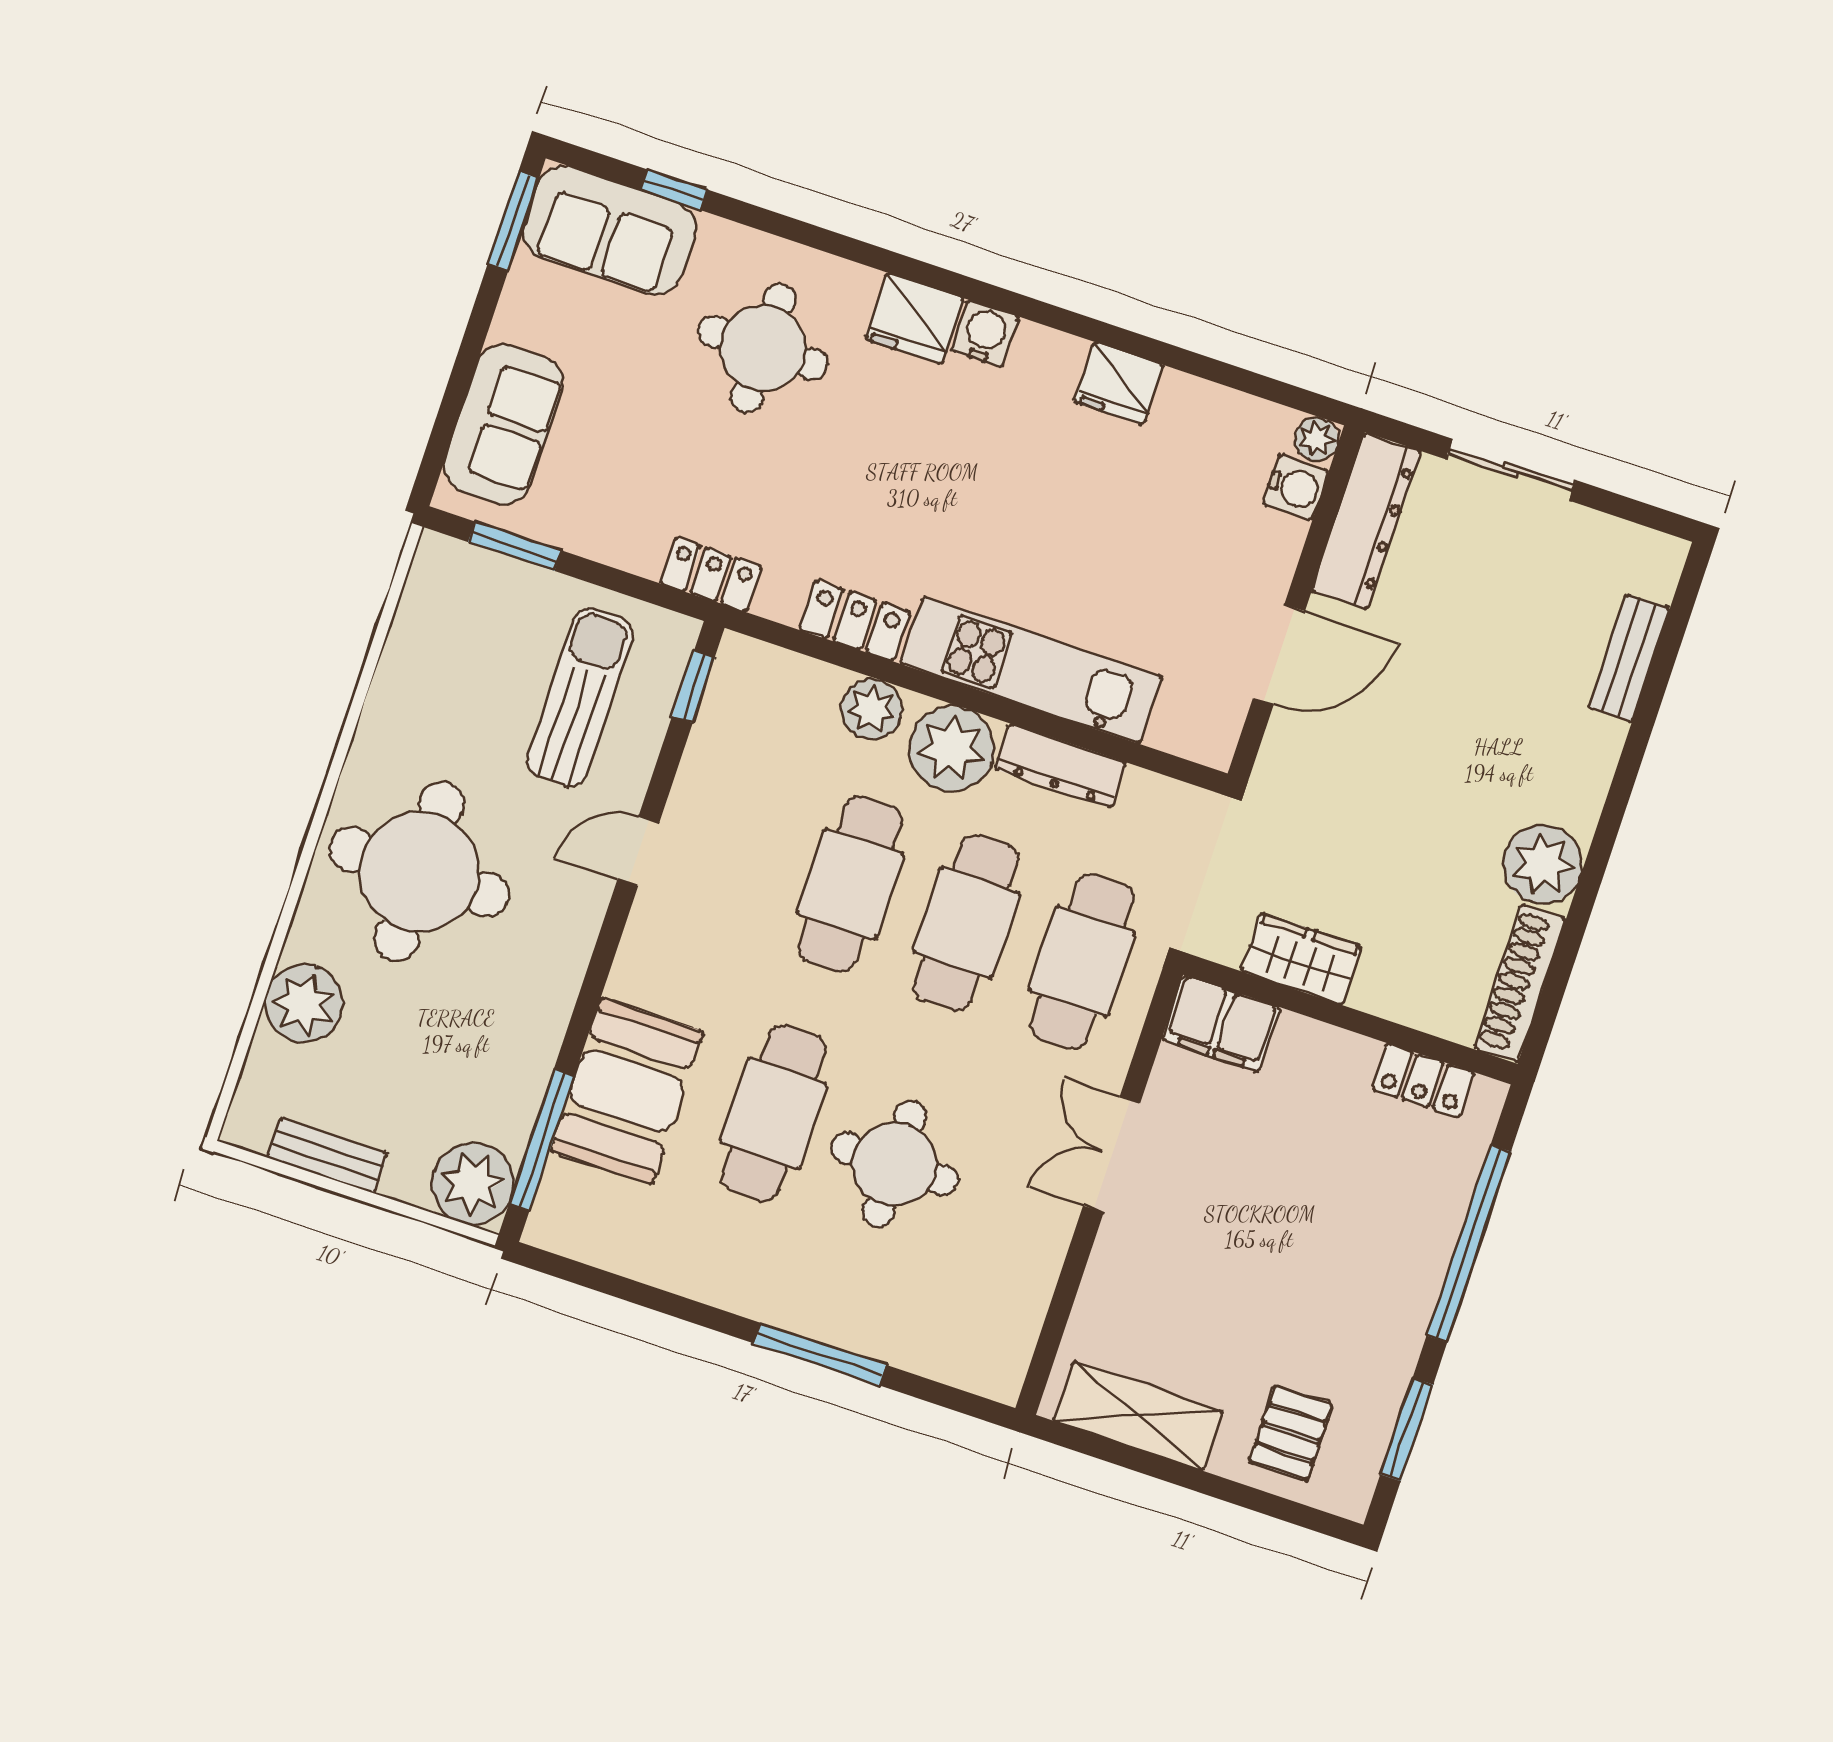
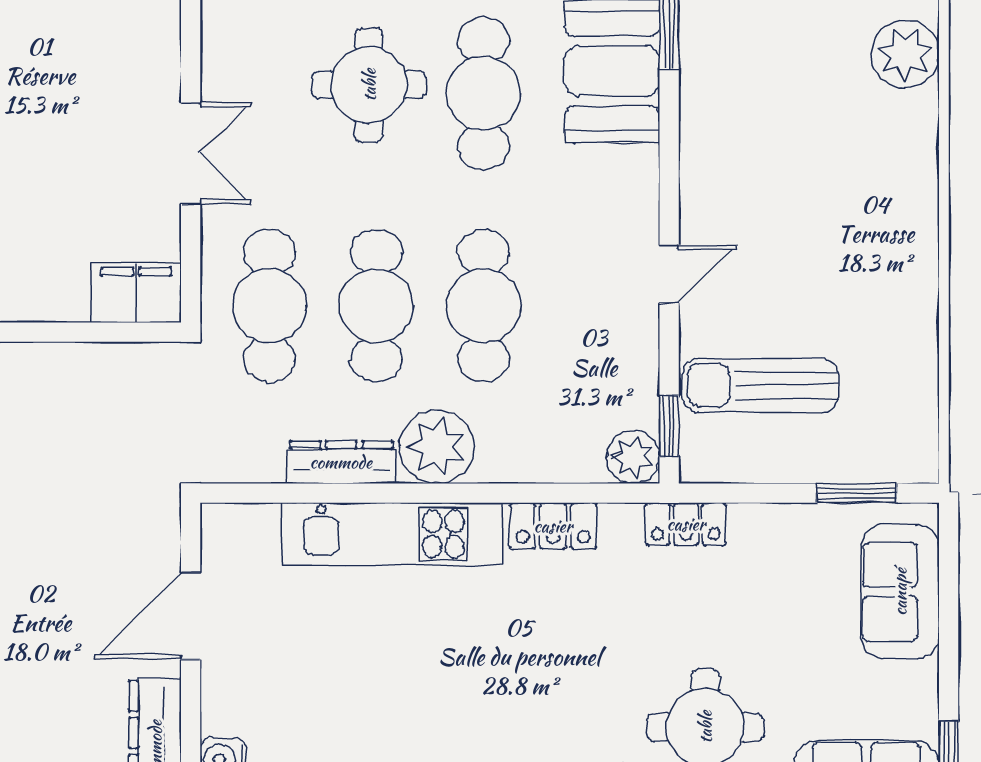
sun lounger: (580, 698) -> (760, 385), turned 90
plant: (872, 709) -> (633, 457), moved
round table: (419, 872) -> (846, 196), removed
wardrobe: (1302, 959) -> (87, 369), removed

